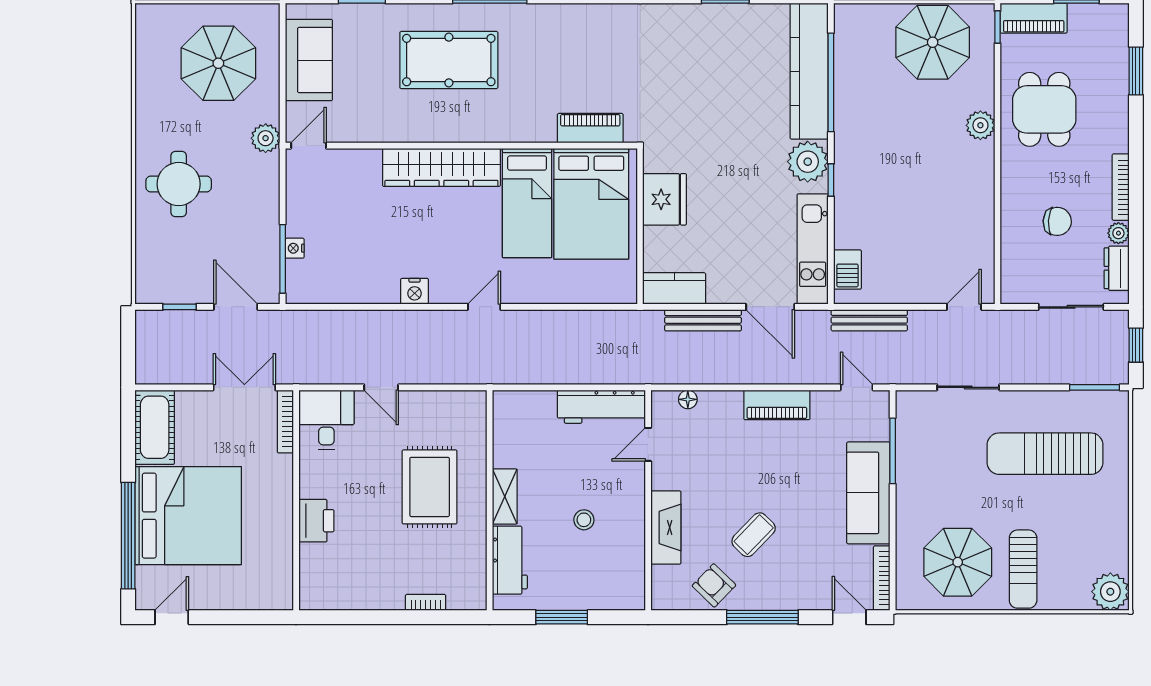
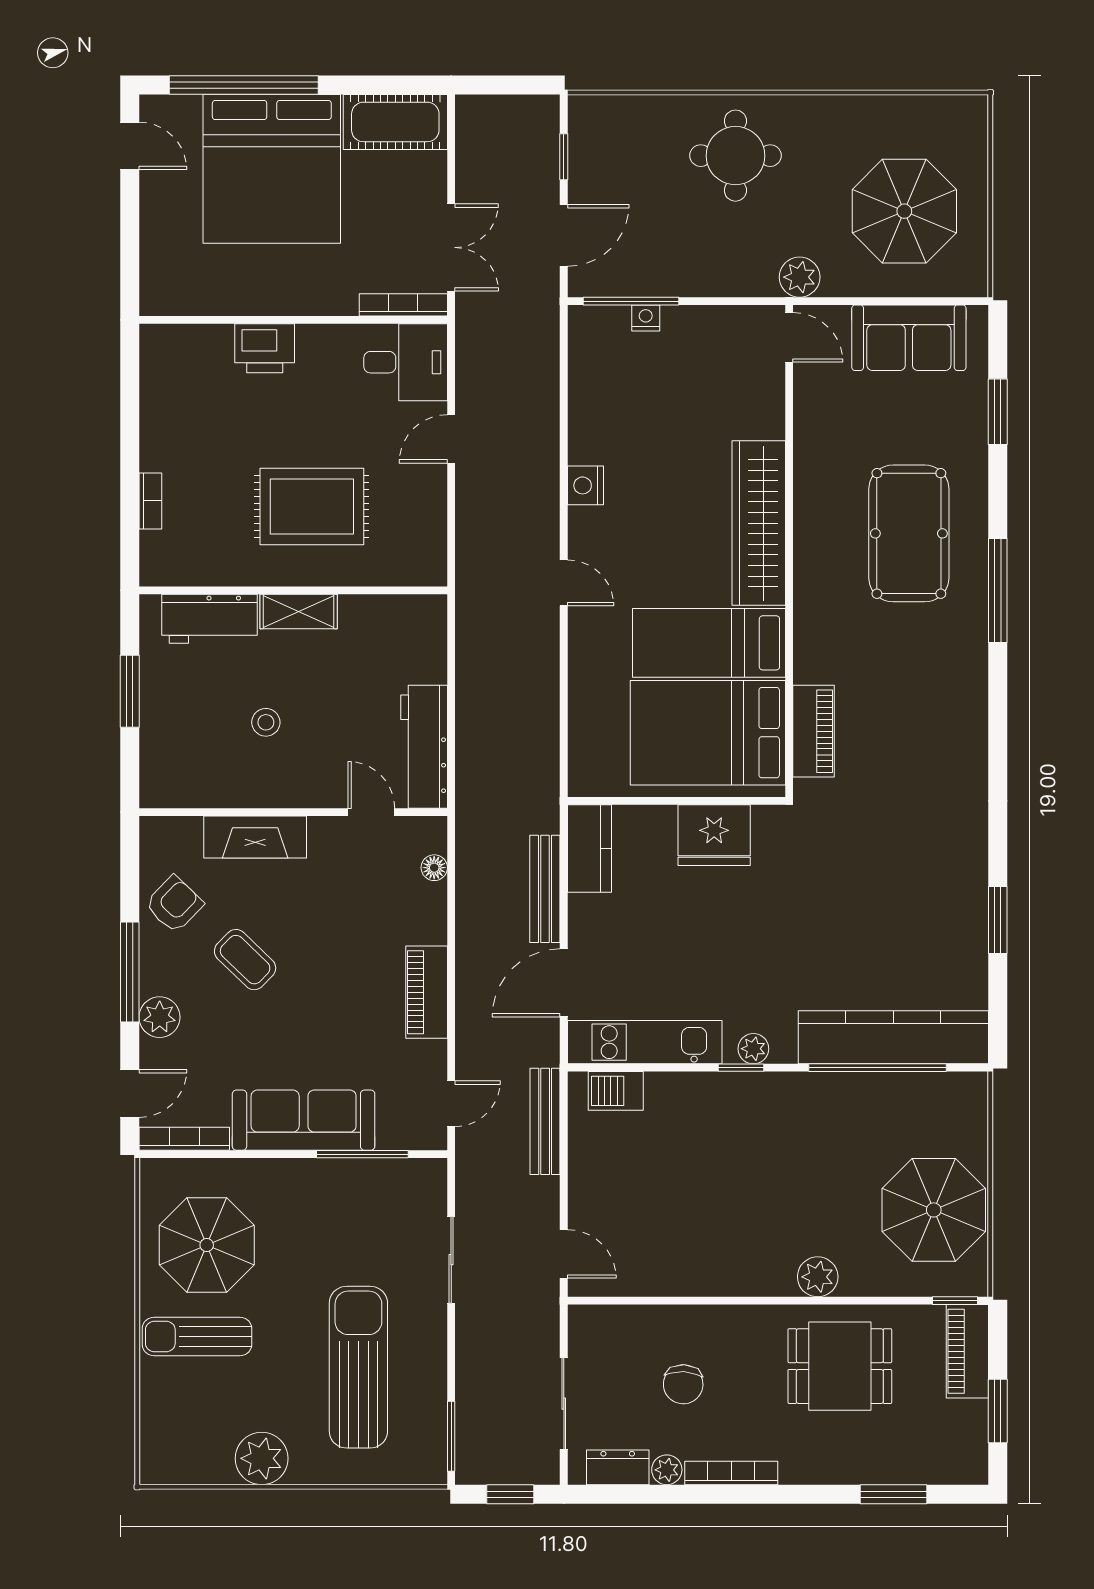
plant: (808, 162) -> (753, 1049), width x0.53, depth x0.53
plant: (1110, 592) -> (262, 1458), moved
plant: (795, 596) -> (160, 1017), added

